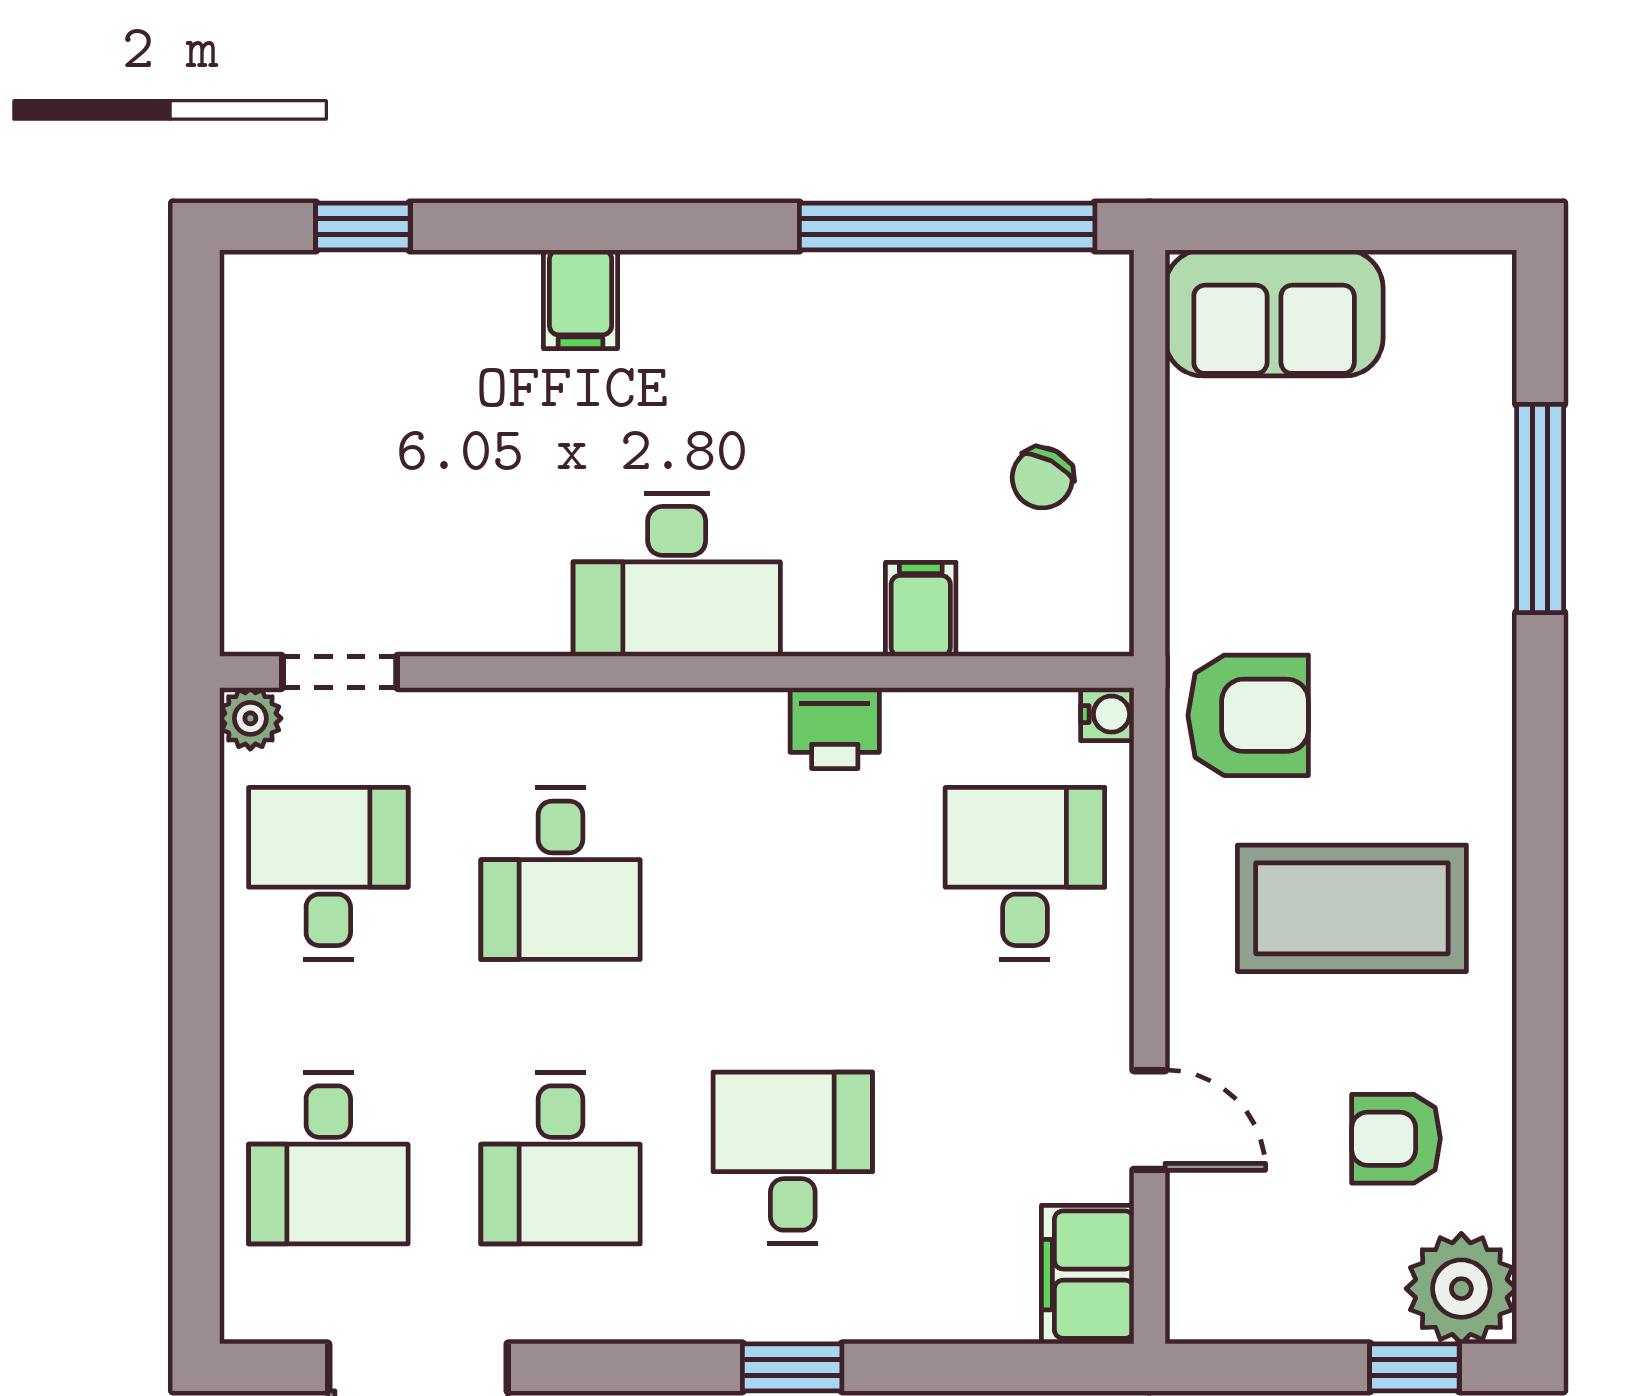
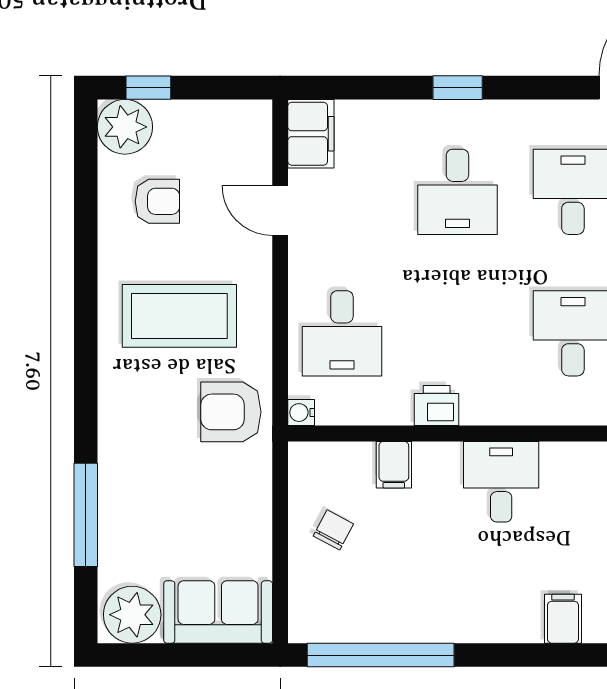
plant: (1447, 307) -> (132, 615), added
desk: (677, 575) -> (501, 482), width x0.73

